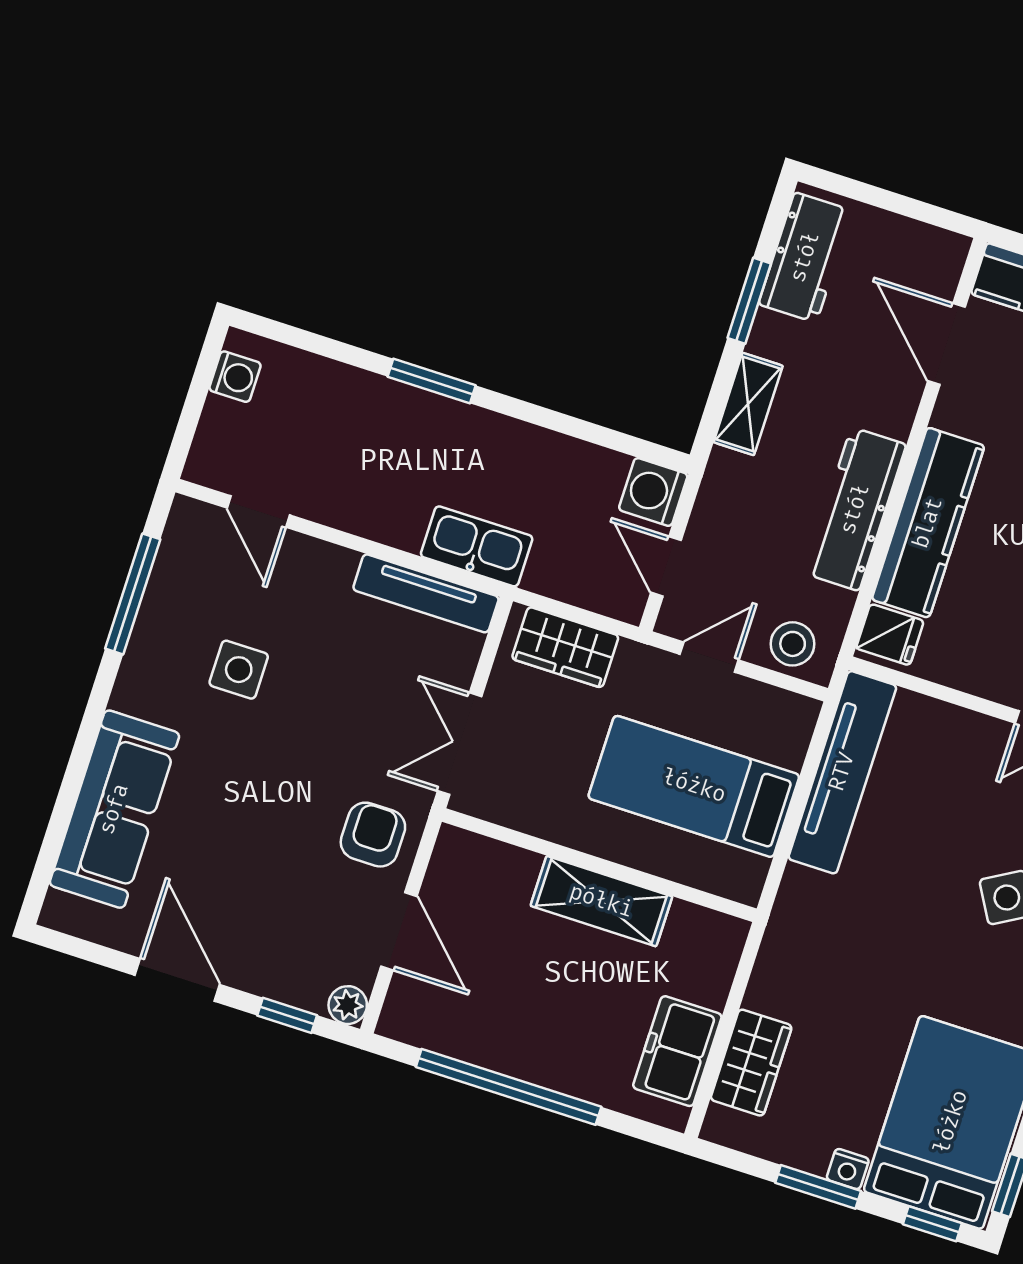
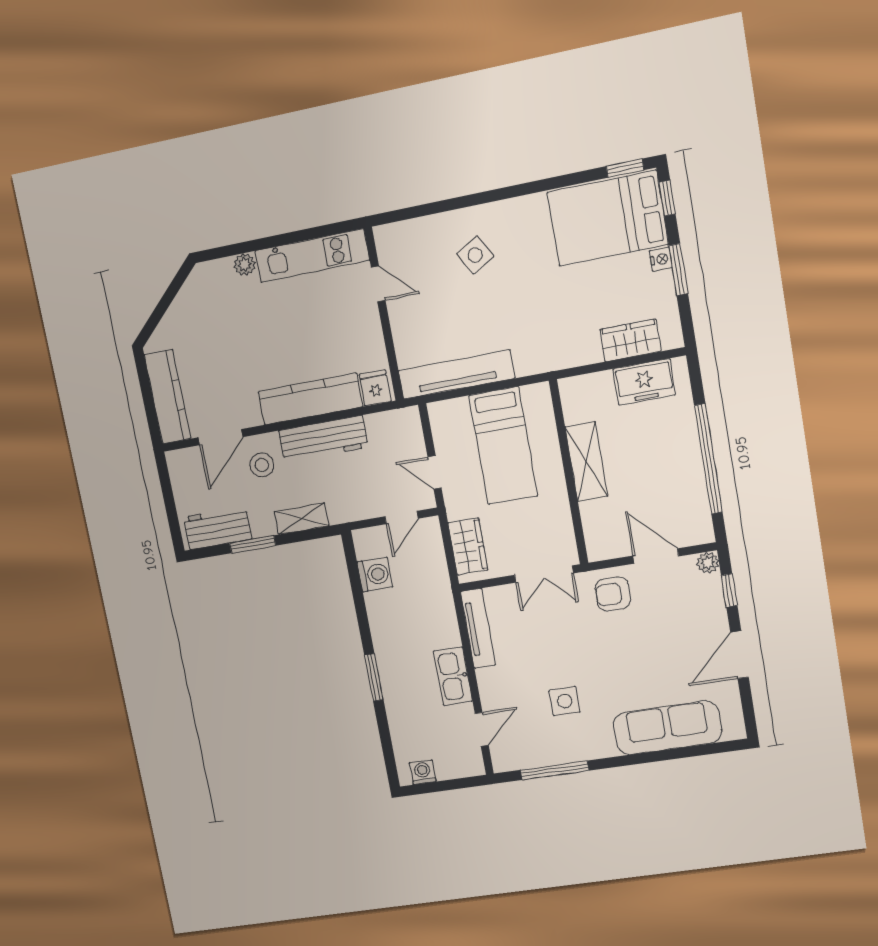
washing machine: (653, 492) -> (375, 575), moved, turned -90
kitchen sink: (477, 546) -> (453, 676), moved
stool: (793, 644) -> (262, 465), moved
door: (399, 931) -> (656, 556), hinge flipped

